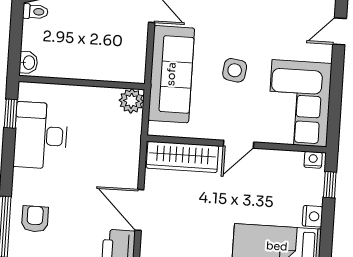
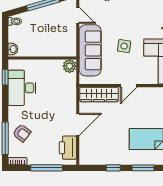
door: (139, 210) -> (78, 124), swing flipped
armchair: (35, 219) -> (22, 133), turned 128

